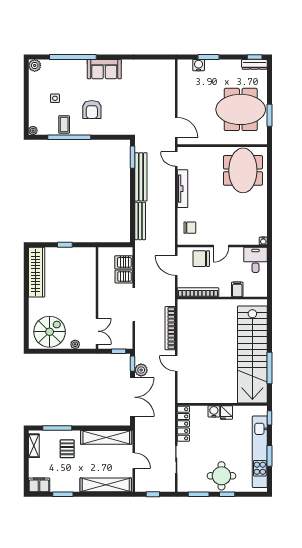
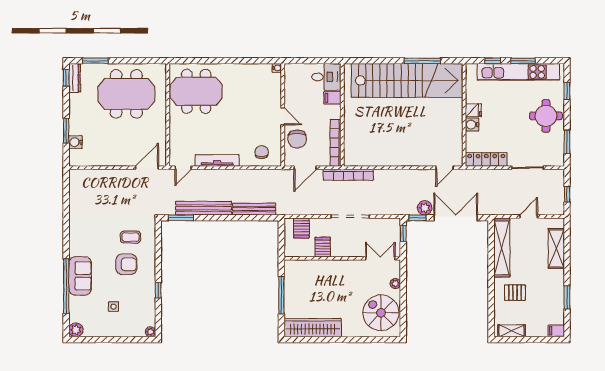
sofa: (104, 69) -> (80, 276), moved
meeting table: (241, 109) -> (126, 94), turned 90
window: (270, 115) -> (95, 61), moved
coffee table: (64, 124) -> (131, 237), moved
window: (69, 137) -> (158, 290), width x0.32
window: (65, 245) -> (281, 295), width x2.17
desk: (255, 260) -> (326, 77), moved, turned 180
server rack: (124, 277) -> (323, 247), moved, turned 180
bookcase: (170, 328) -> (348, 175), moved
door: (176, 363) -> (444, 168), moved
window: (270, 418) -> (493, 61), moved
window: (57, 428) -> (491, 304), removed
filing cabinet: (39, 485) -> (556, 331), width x0.50
shelving: (106, 485) -> (556, 248), width x0.68
window: (227, 494) -> (567, 91), moved

